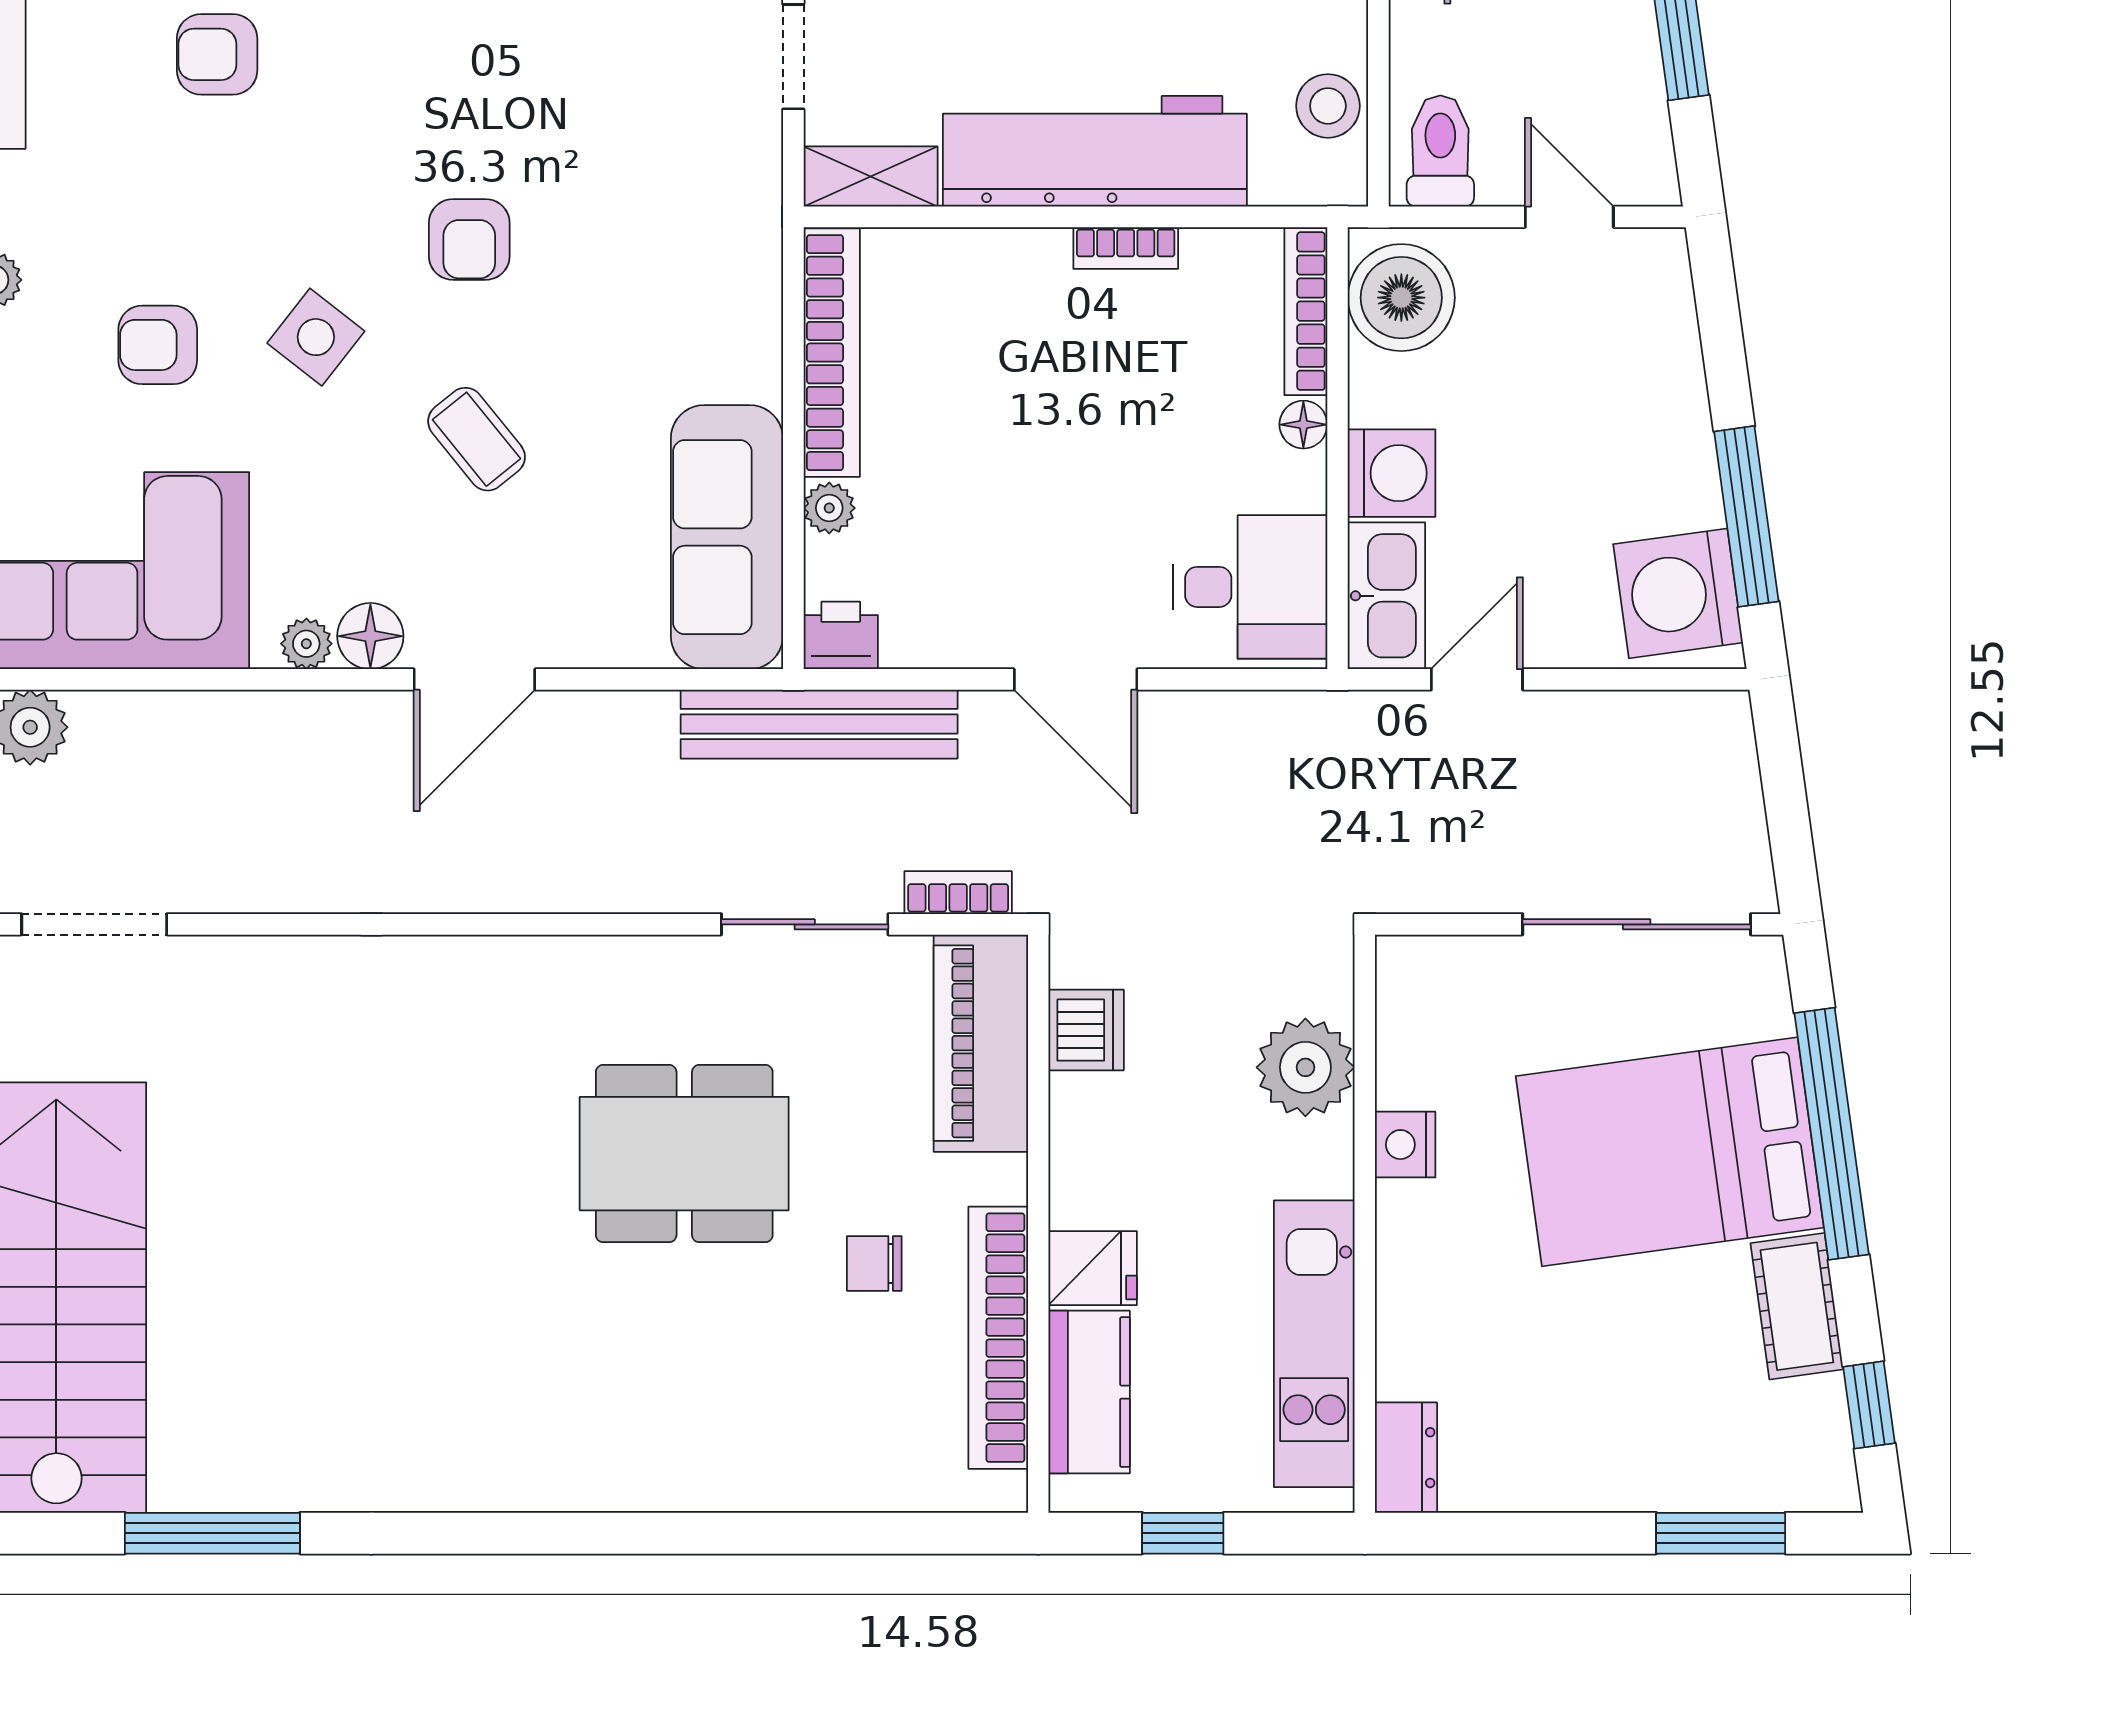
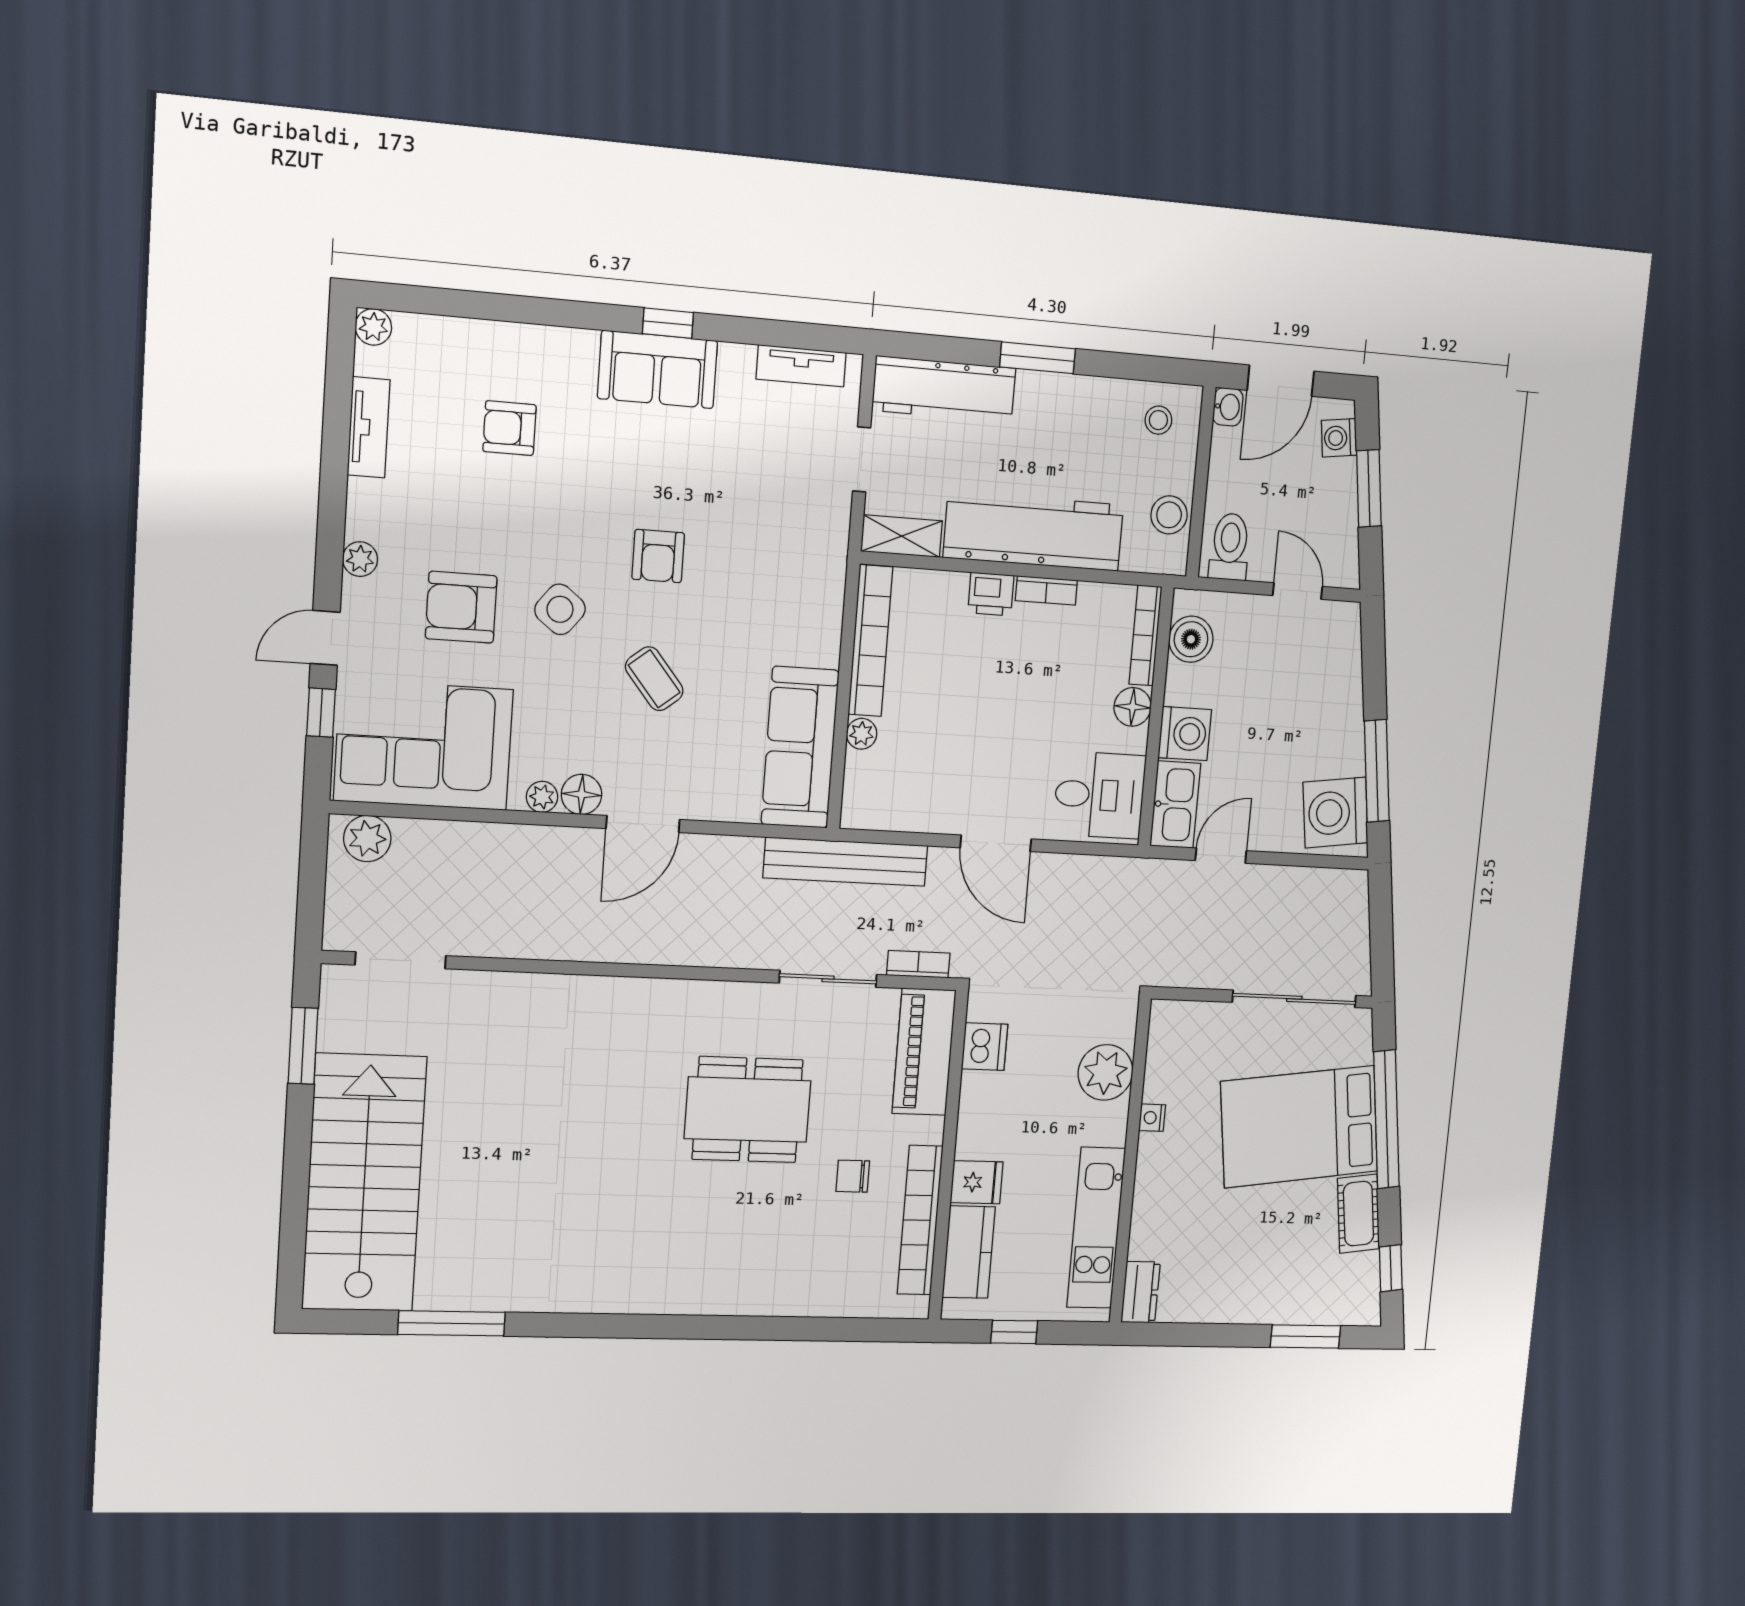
boiler: (1401, 298) -> (1191, 639), width x0.73, depth x0.73
armchair: (158, 345) -> (461, 607), width x1.38, depth x1.38
floor lamp: (1303, 425) -> (1133, 707), width x1.37, depth x1.37
printer: (841, 635) -> (991, 594), moved, turned 180
nightstand: (1405, 1145) -> (1152, 1118), width x0.72, depth x0.74

